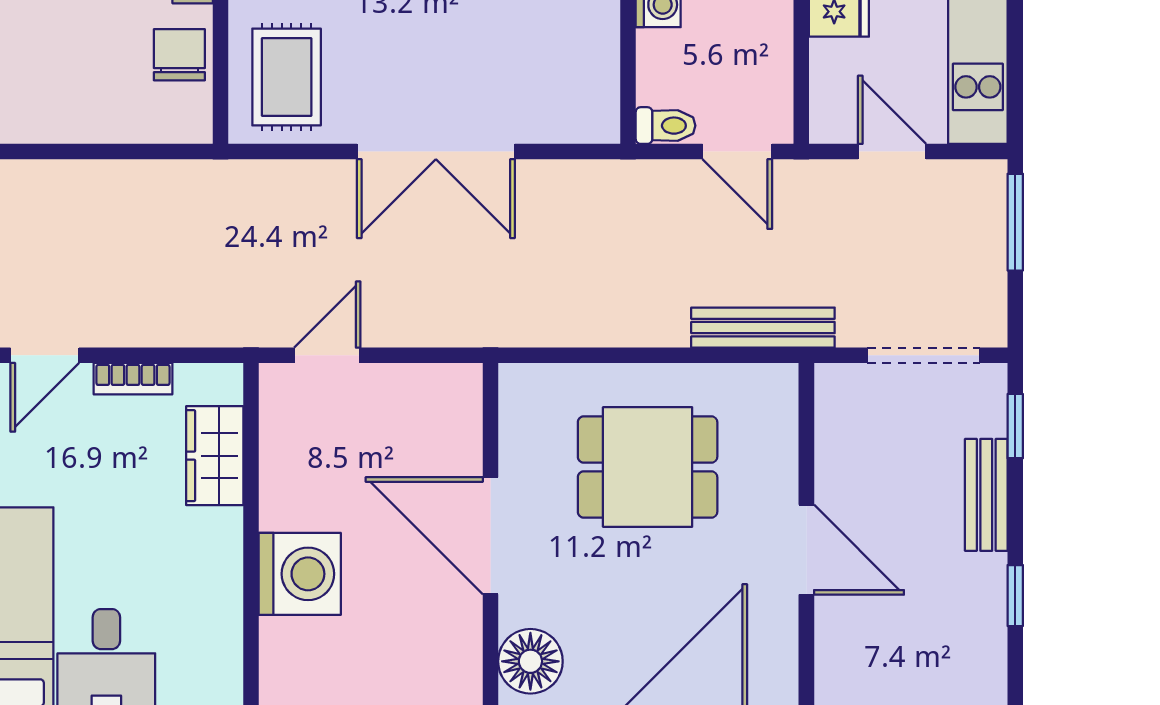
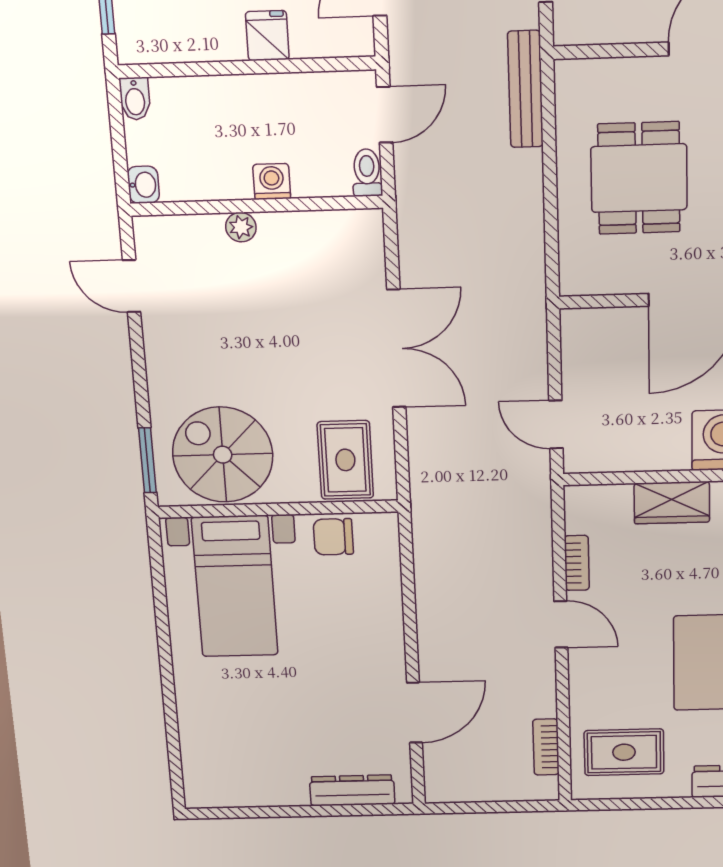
rug: (287, 77) -> (345, 460), turned 90
wardrobe: (215, 456) -> (672, 503), moved

